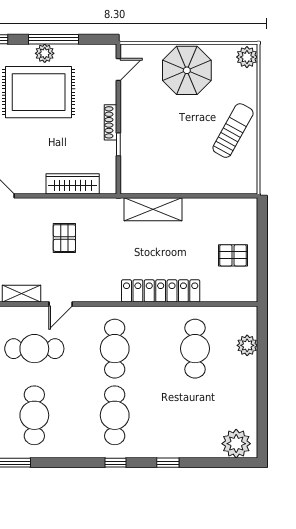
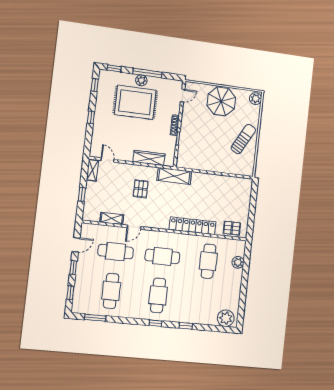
shelving: (153, 209) -> (174, 176), moved
pallet: (233, 255) -> (232, 228), moved
cafe table: (115, 349) -> (162, 256), turned 90

